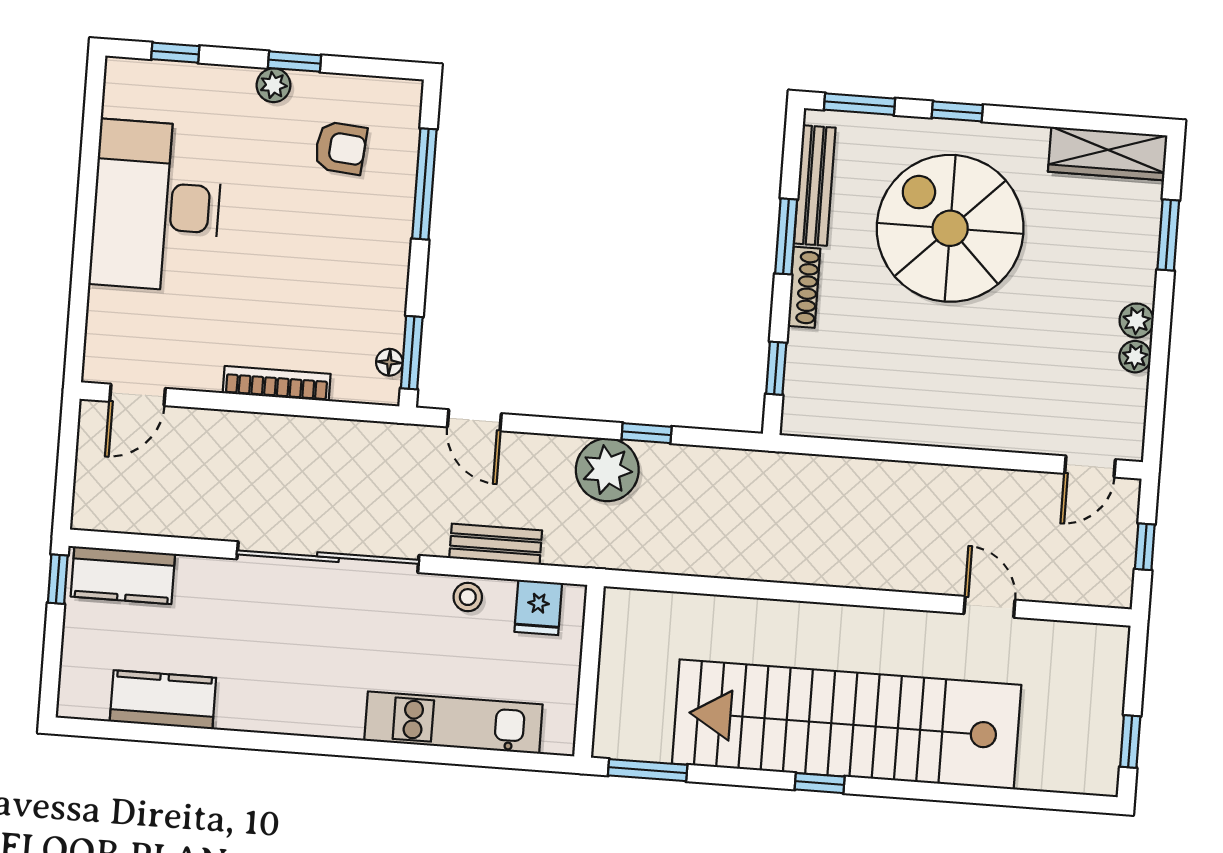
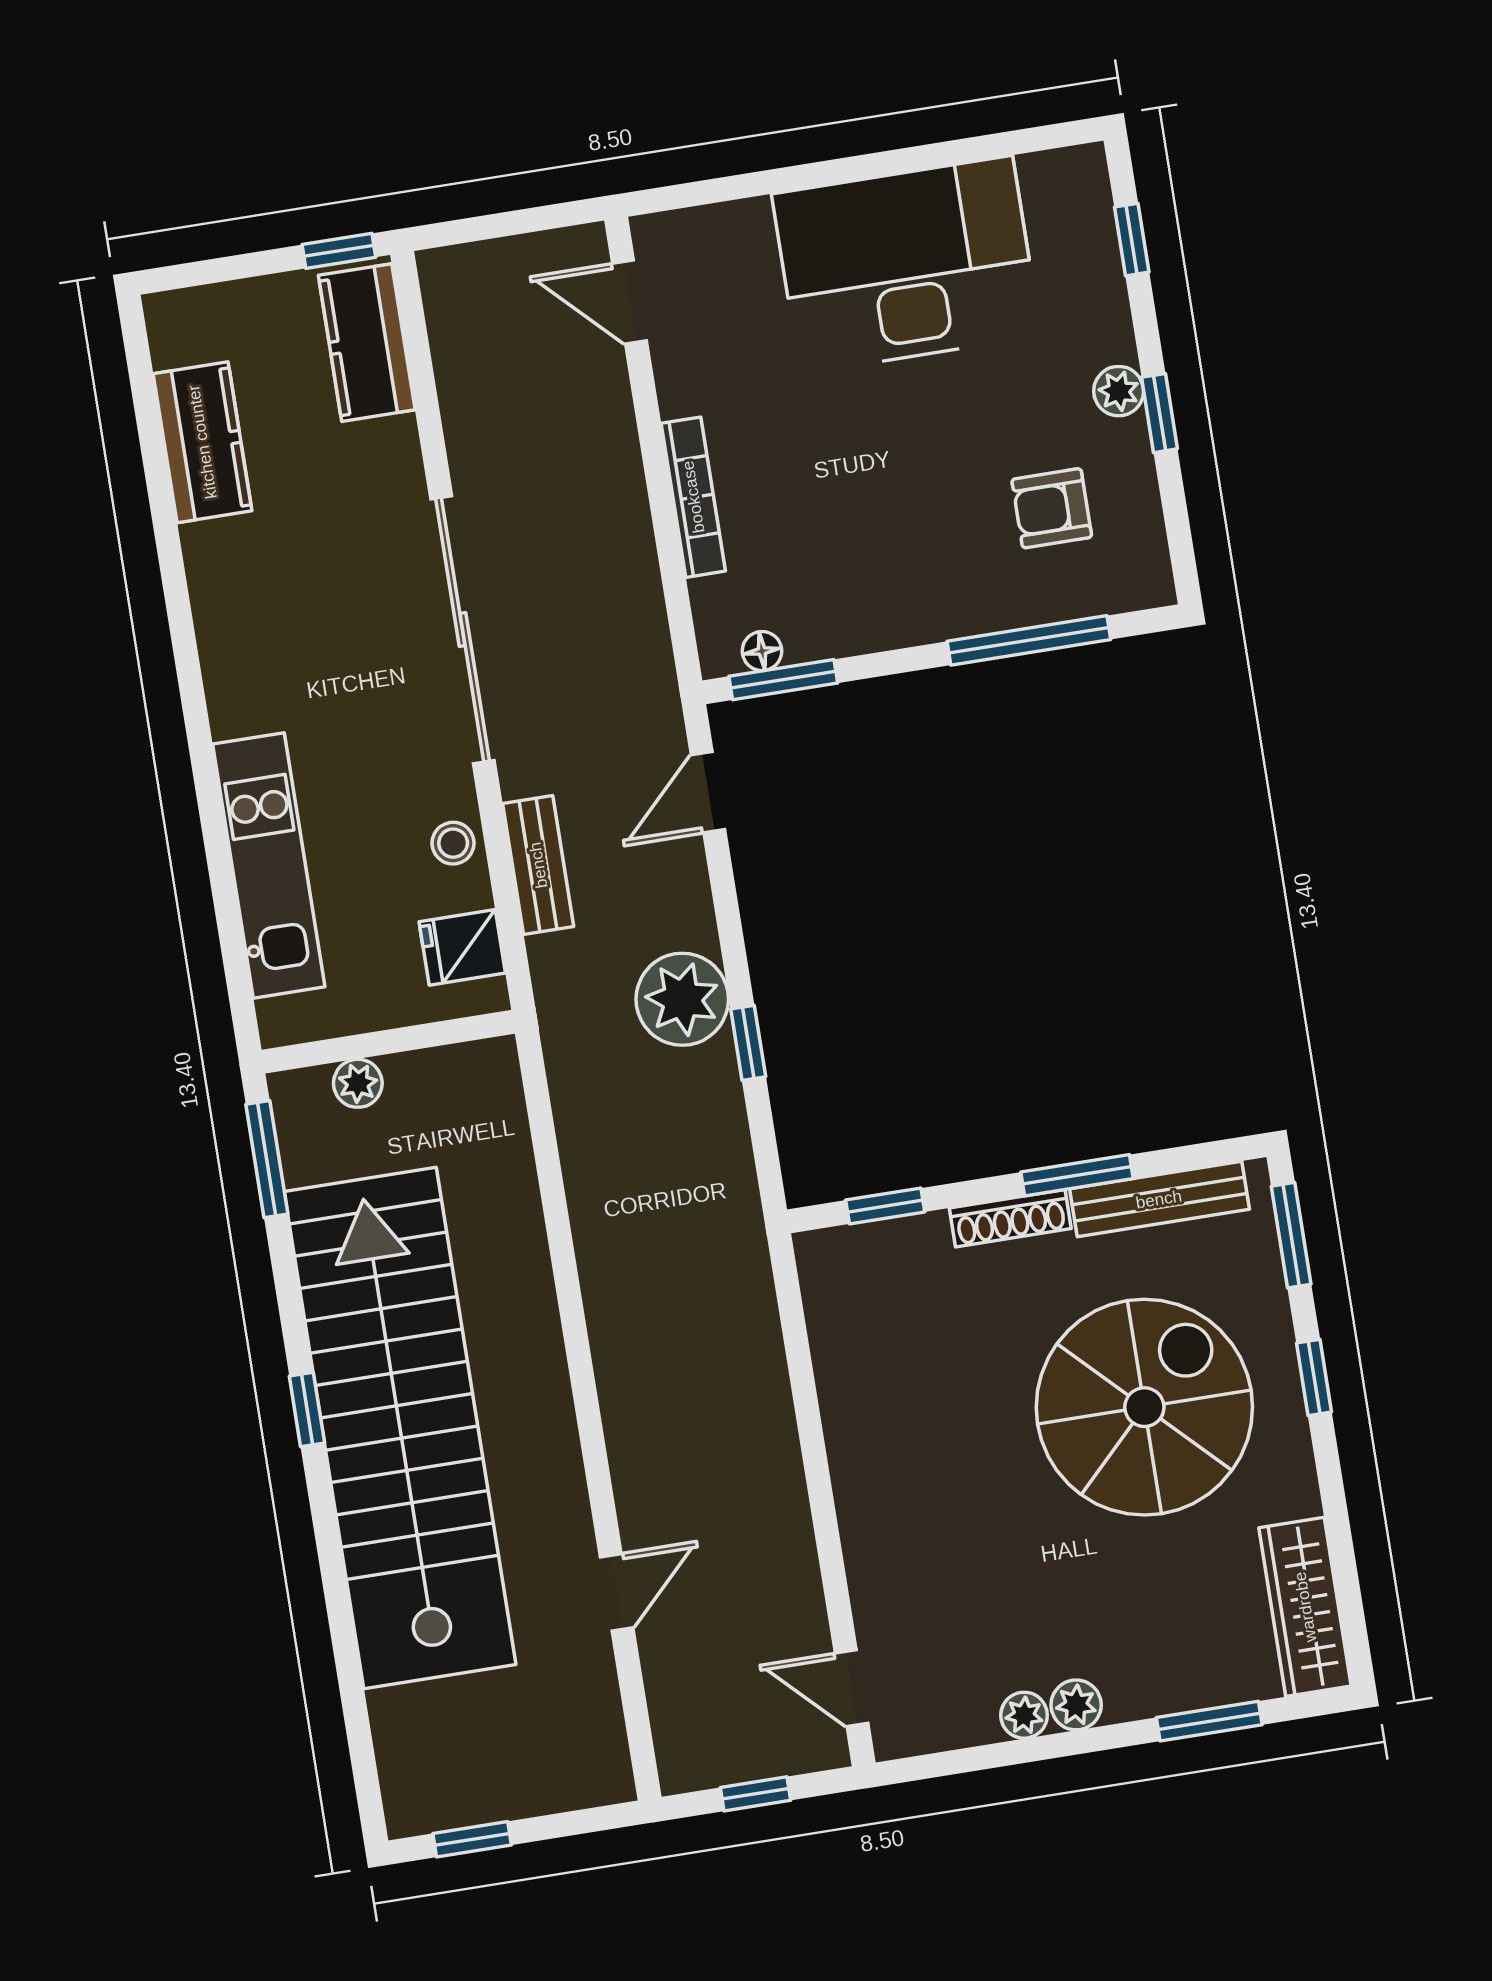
armchair: (341, 148) -> (1052, 508), turned 85
plant: (612, 698) -> (358, 1083), added

